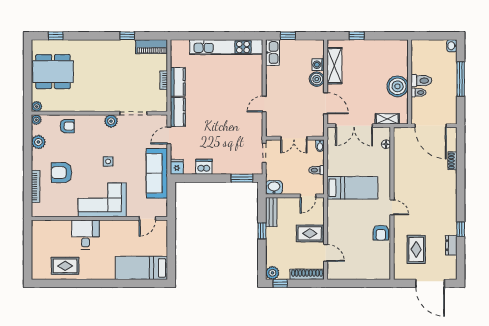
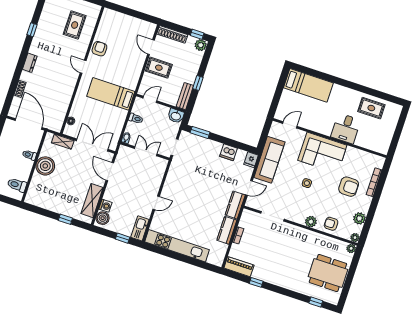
boiler: (317, 79) -> (103, 218), moved
toilet: (421, 81) -> (17, 185), moved
door: (264, 104) -> (156, 203), moved
plant: (111, 121) -> (311, 222), moved
dresser: (451, 245) -> (30, 63), moved

